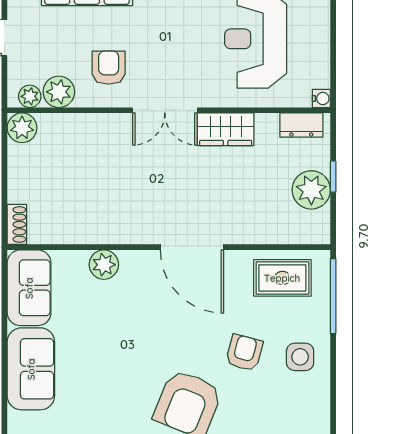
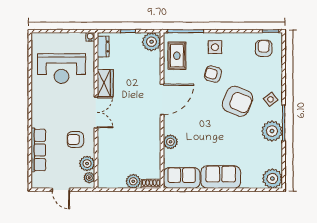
plant: (22, 128) -> (133, 181), moved
plant: (311, 190) -> (151, 42), moved

